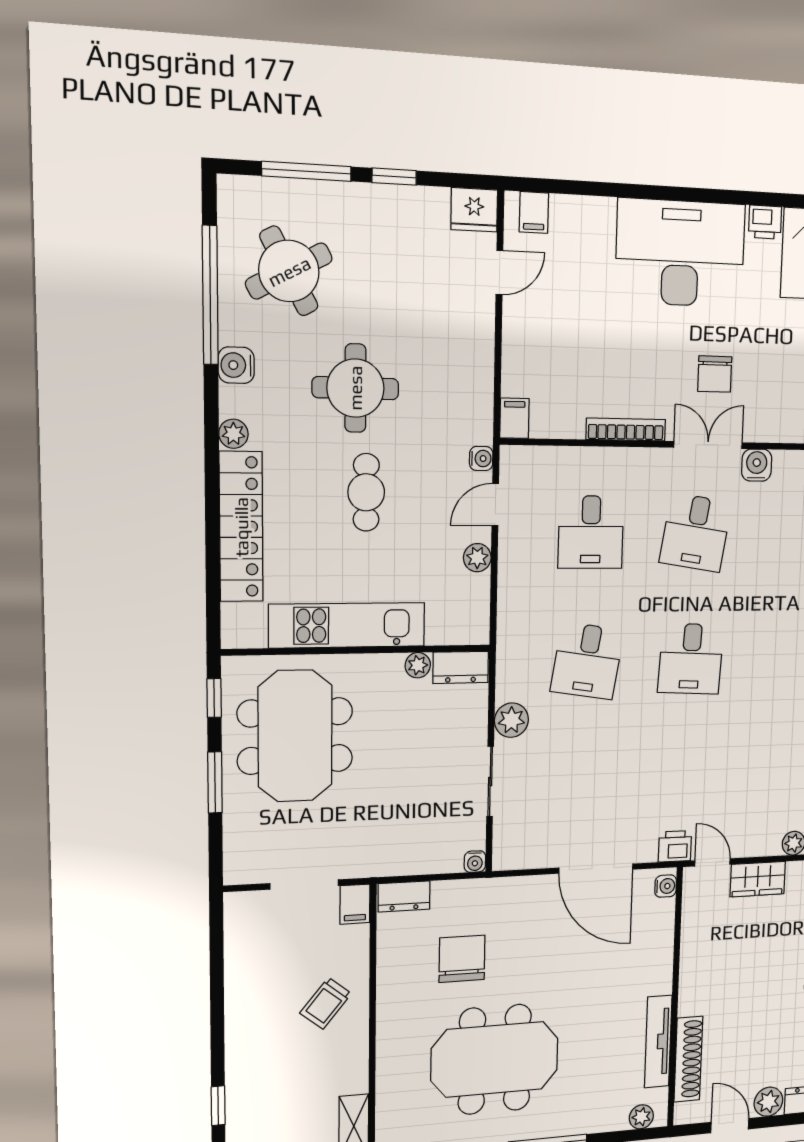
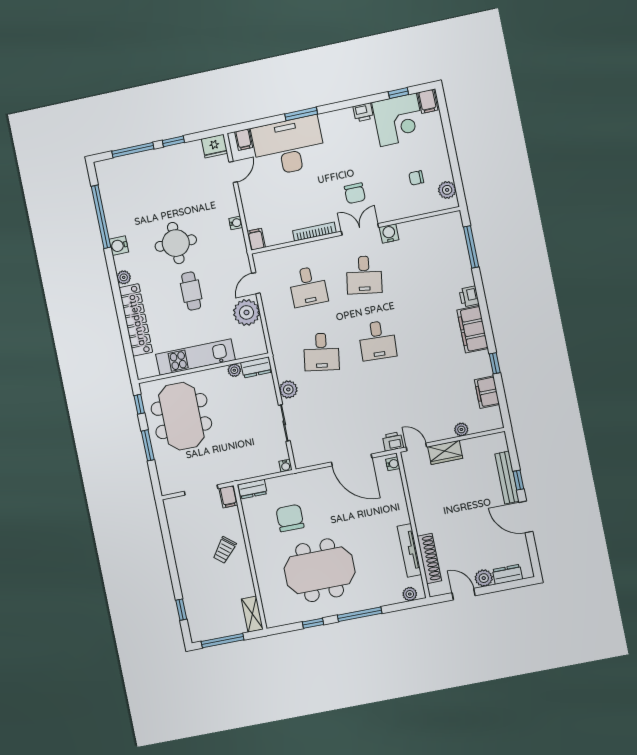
window: (653, 192) -> (301, 114), added
desk: (680, 253) -> (289, 146), moved
round table: (289, 271) -> (134, 197), removed
water cooler: (481, 458) -> (236, 223), moved
plant: (477, 558) -> (246, 312), width x1.87, depth x1.87

